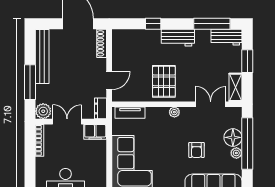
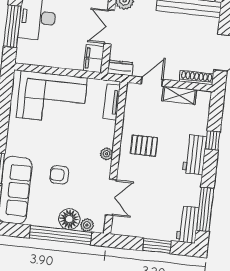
workbench: (178, 38) -> (195, 155), moved
door: (109, 81) -> (152, 82), swing flipped
pallet: (164, 81) -> (144, 146), width x0.67, depth x0.71
shelving: (235, 87) -> (179, 95), moved
double door: (67, 122) -> (109, 27), swing flipped
plant: (236, 153) -> (87, 225), moved

